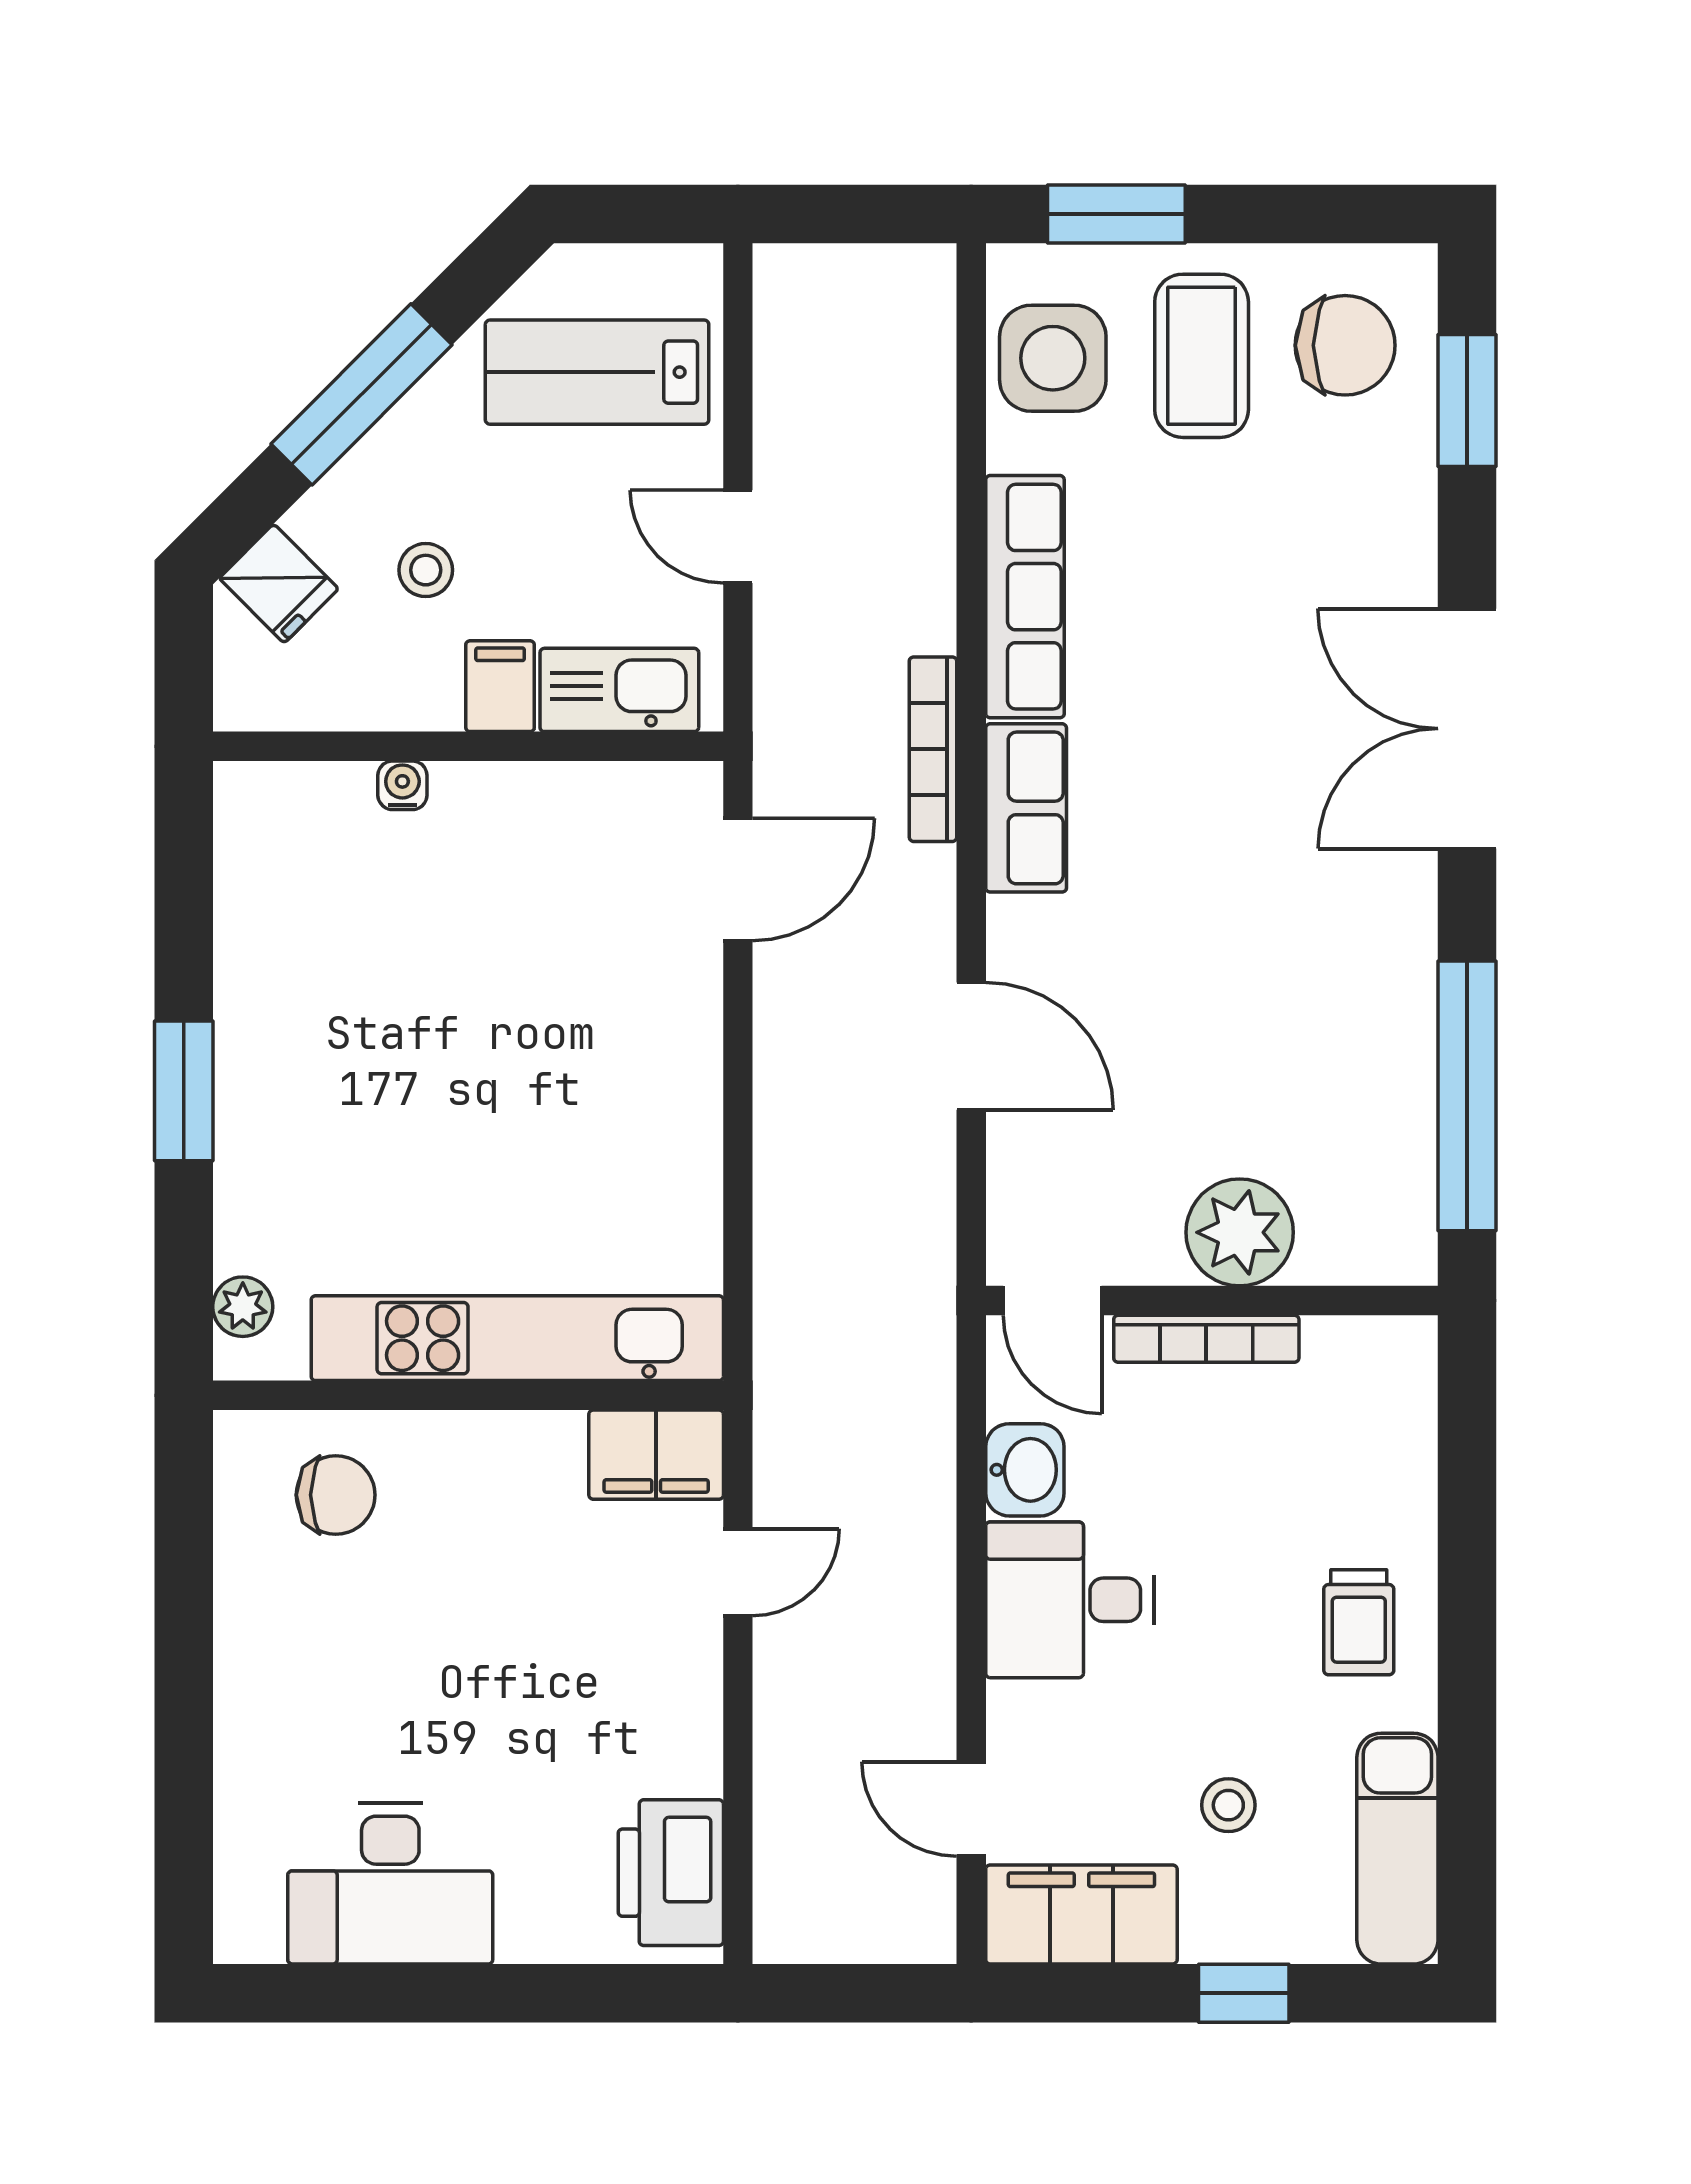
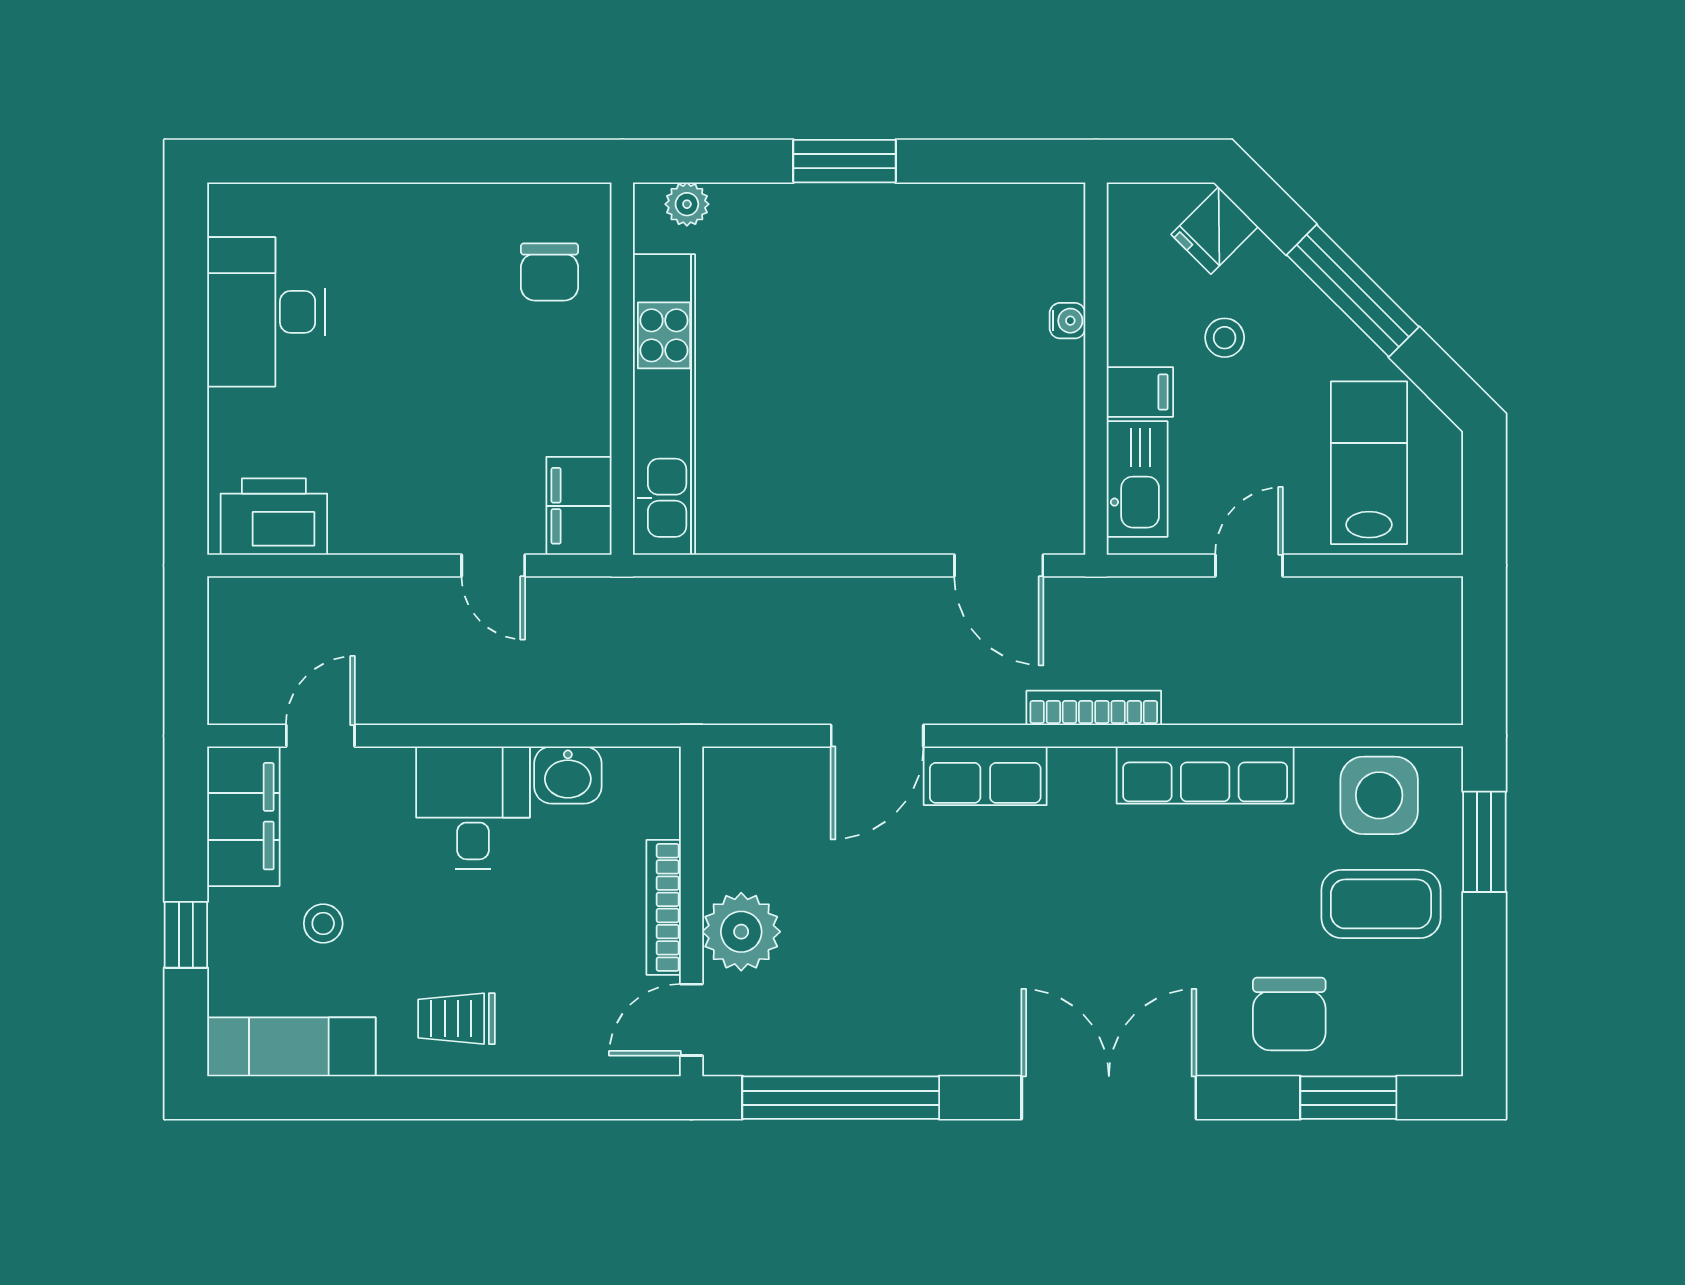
chair: (1345, 345) -> (1289, 1014), moved
row of seats: (1026, 808) -> (985, 776), moved
door: (1052, 1301) -> (691, 1020), moved

